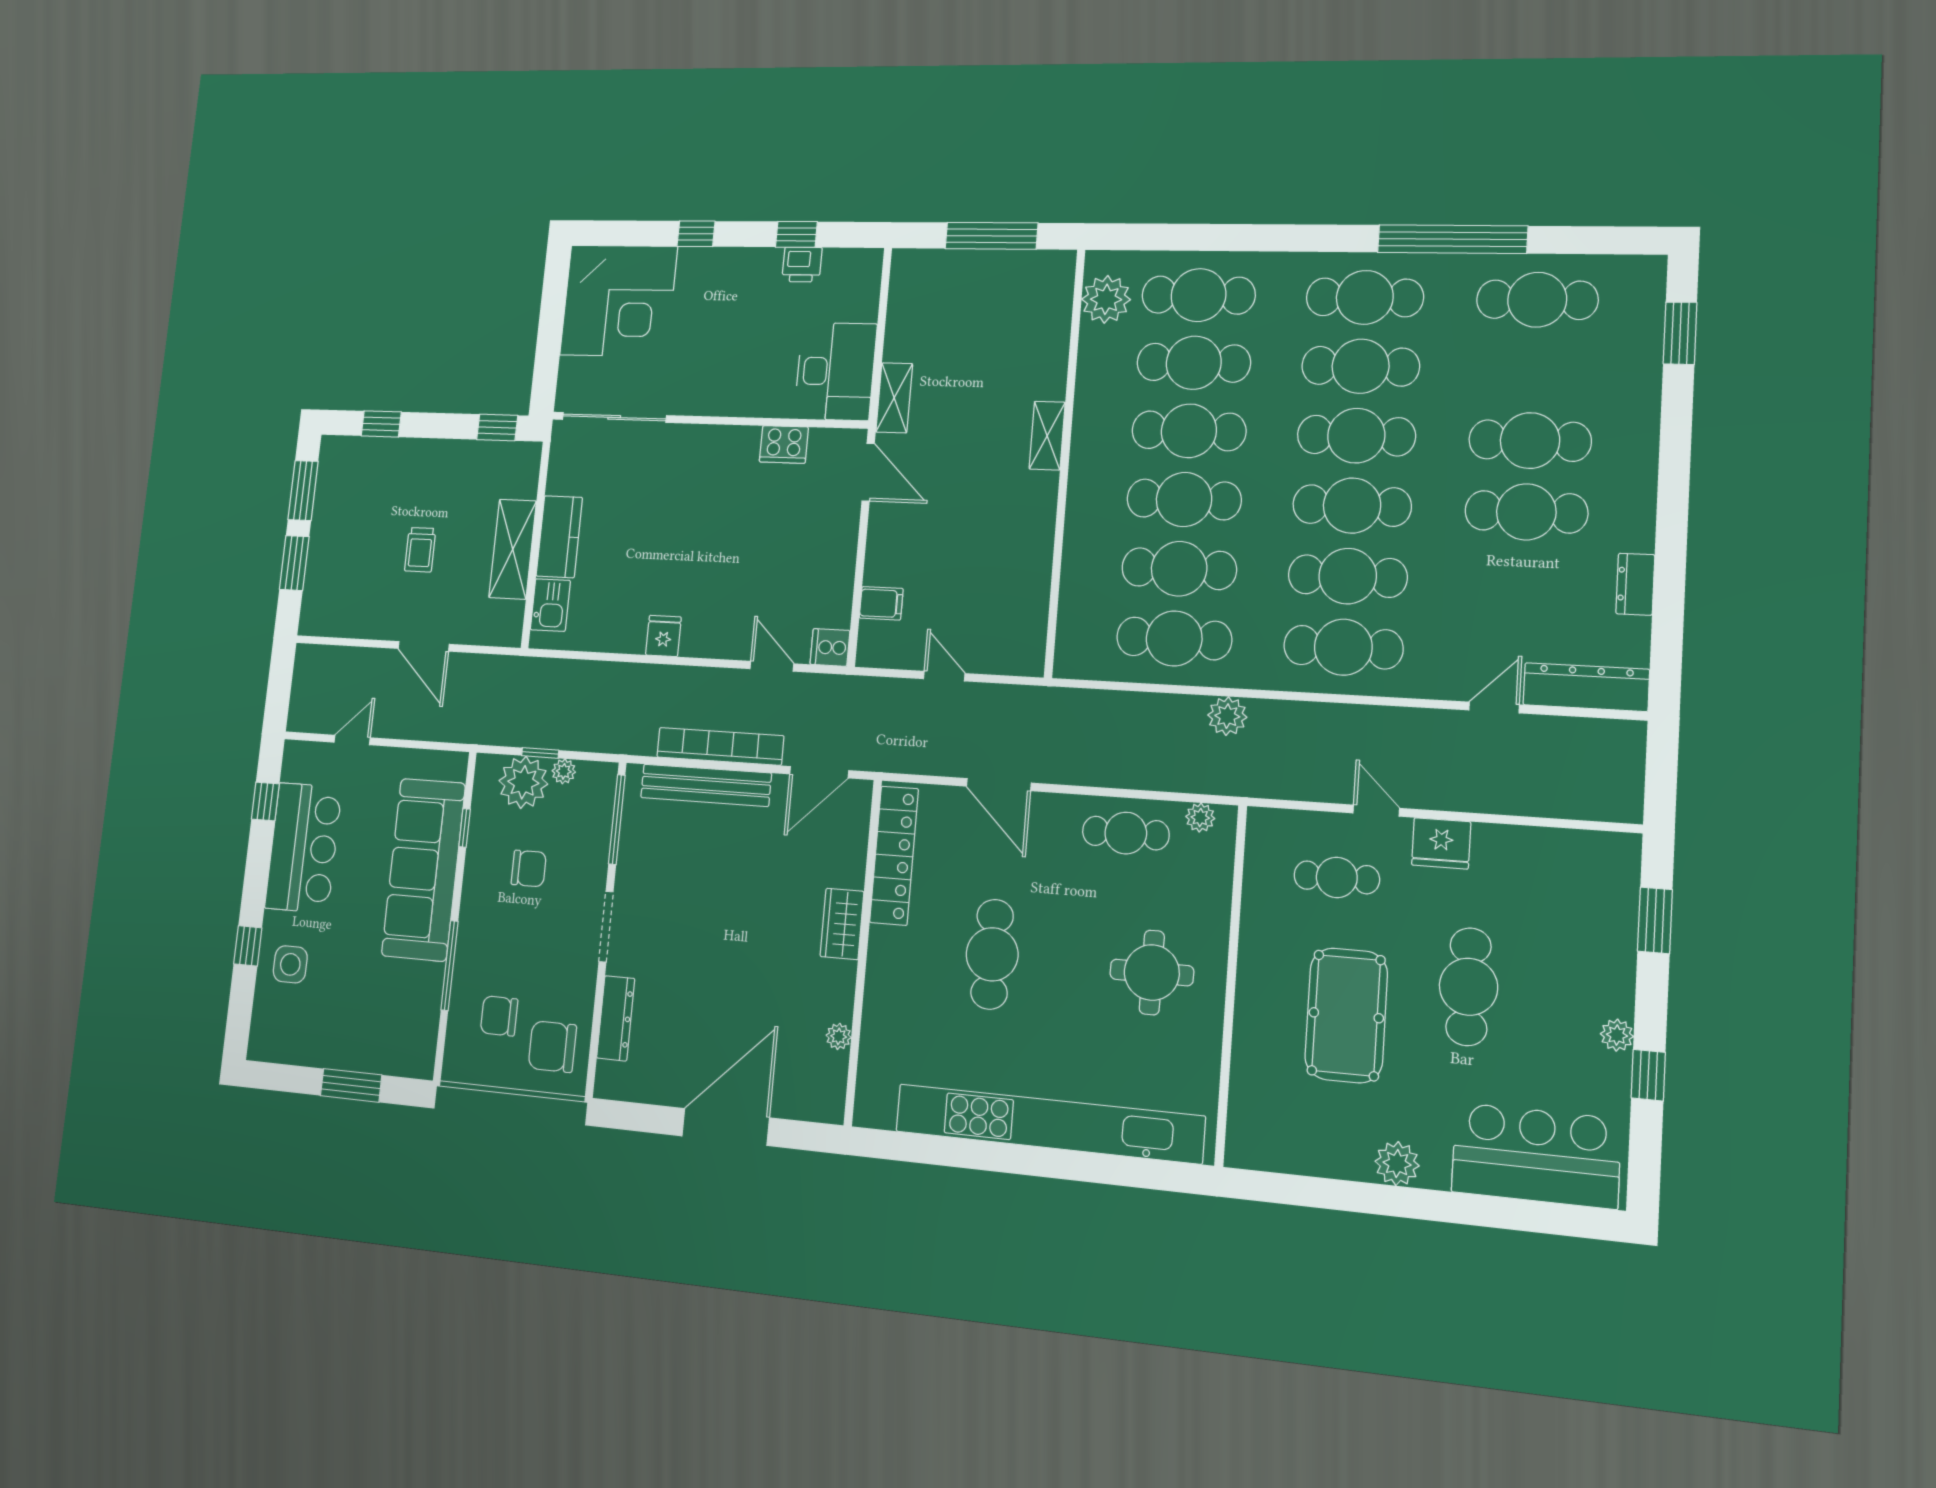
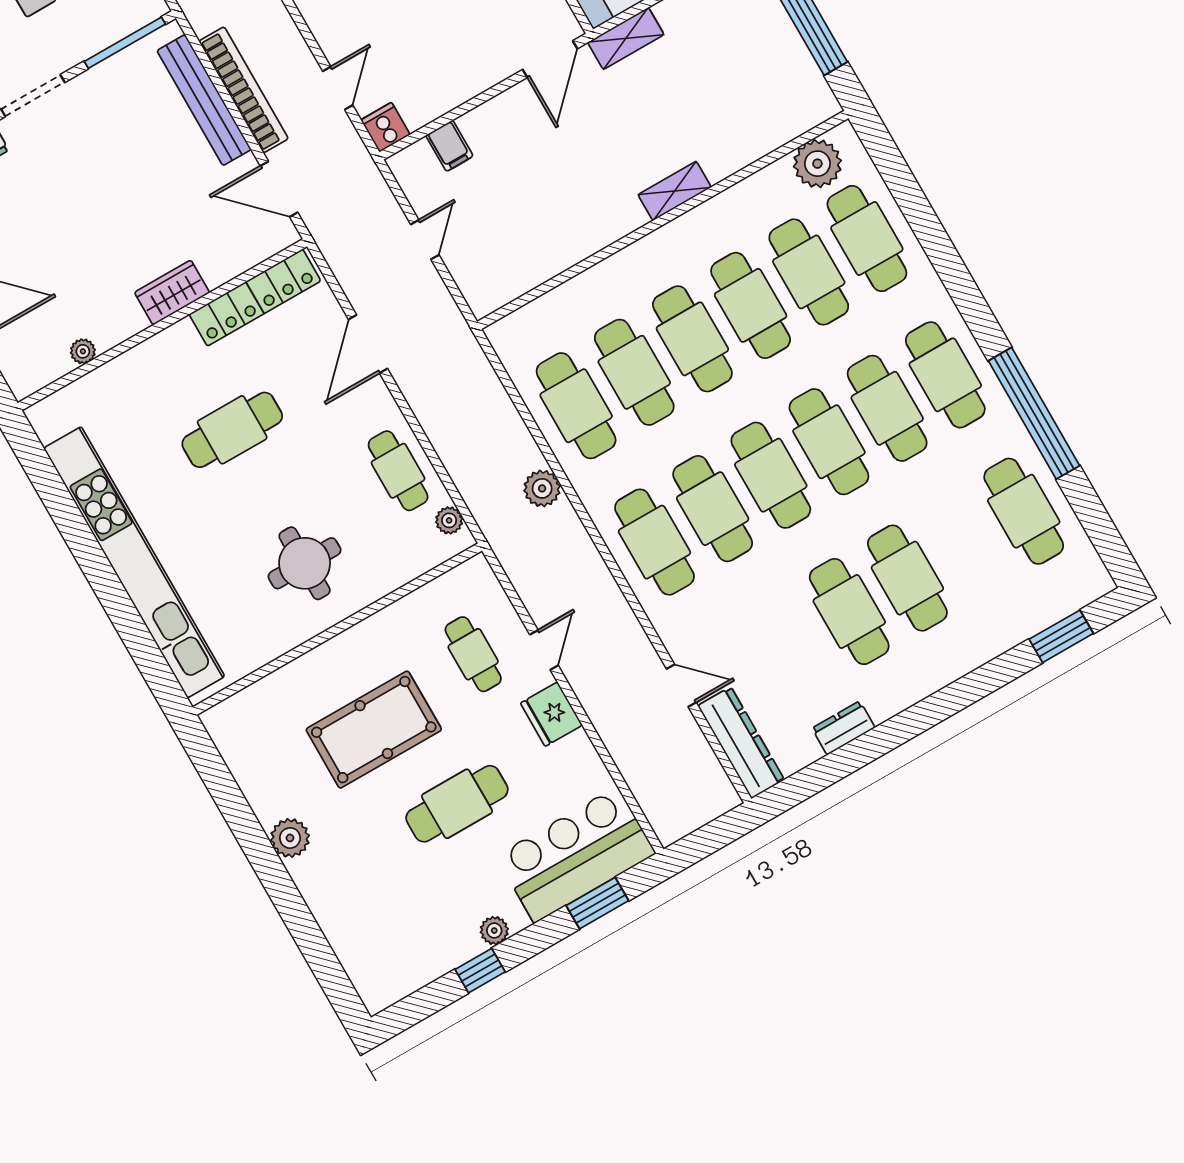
bar counter: (1536, 1156) -> (576, 855), moved, turned -90

